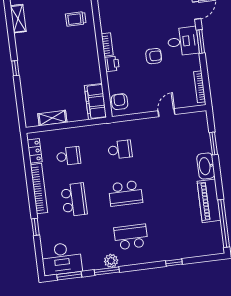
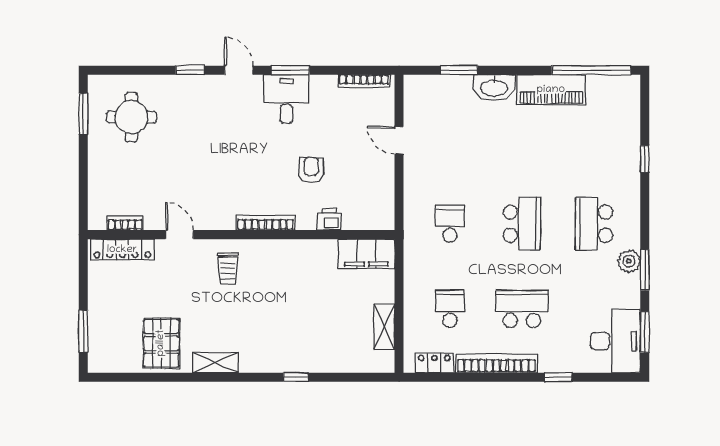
bookcase: (107, 44) -> (265, 223), width x1.56
armchair: (154, 56) -> (311, 170), moved
printer: (112, 64) -> (329, 219), moved
armchair: (120, 102) -> (372, 215), removed

